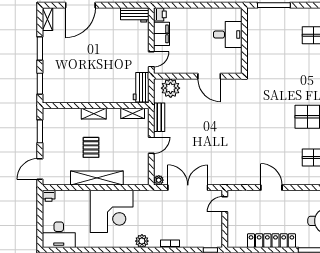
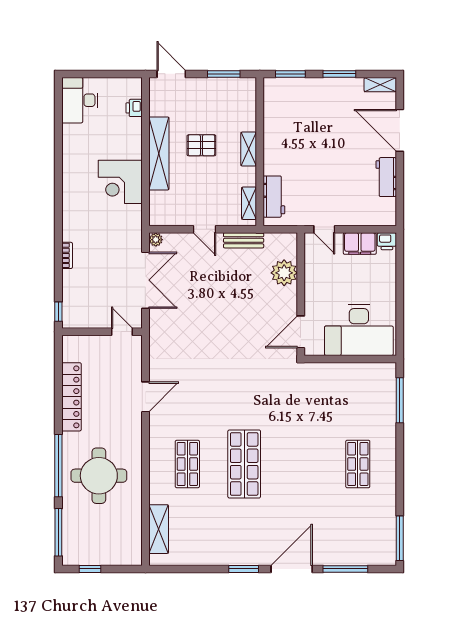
workbench: (135, 15) -> (386, 177), moved
desk: (228, 35) -> (359, 330), width x1.87, depth x1.30
door: (209, 76) -> (301, 332), moved
workbench: (141, 87) -> (274, 197), moved, turned 90
plant: (171, 88) -> (284, 273), moved
printer: (49, 196) -> (134, 108), moved
corner desk: (112, 211) -> (120, 182), width x0.74, depth x0.74
plant: (142, 241) -> (71, 216), removed

